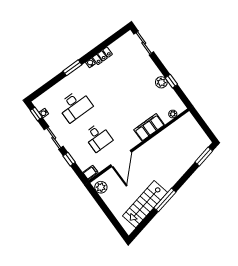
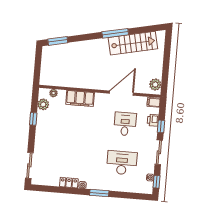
plant: (161, 82) -> (43, 104), moved
printer: (79, 159) -> (153, 120), added

